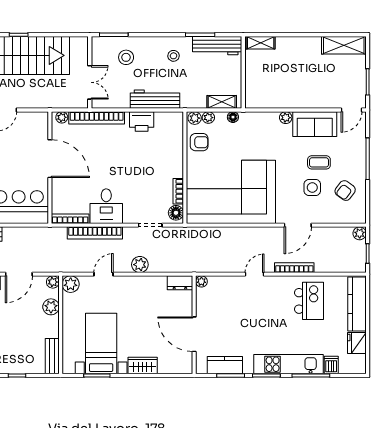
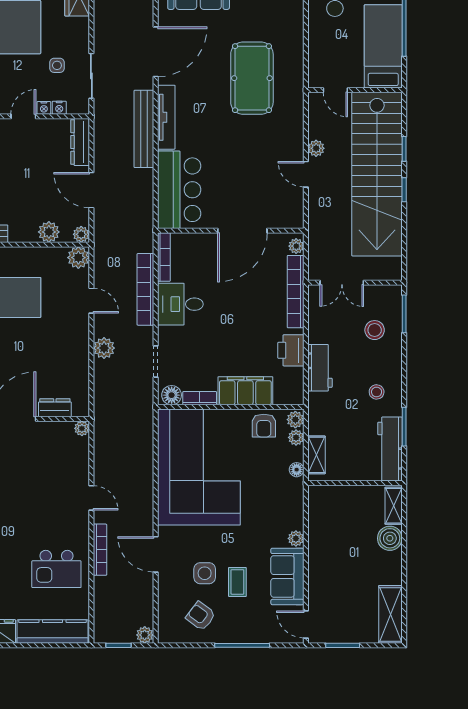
boiler: (286, 46) -> (390, 538), added
workbench: (155, 99) -> (320, 368), width x0.73
filing cabinet: (173, 156) -> (245, 391), added
dresser: (180, 283) -> (55, 408), moved, turned 90

